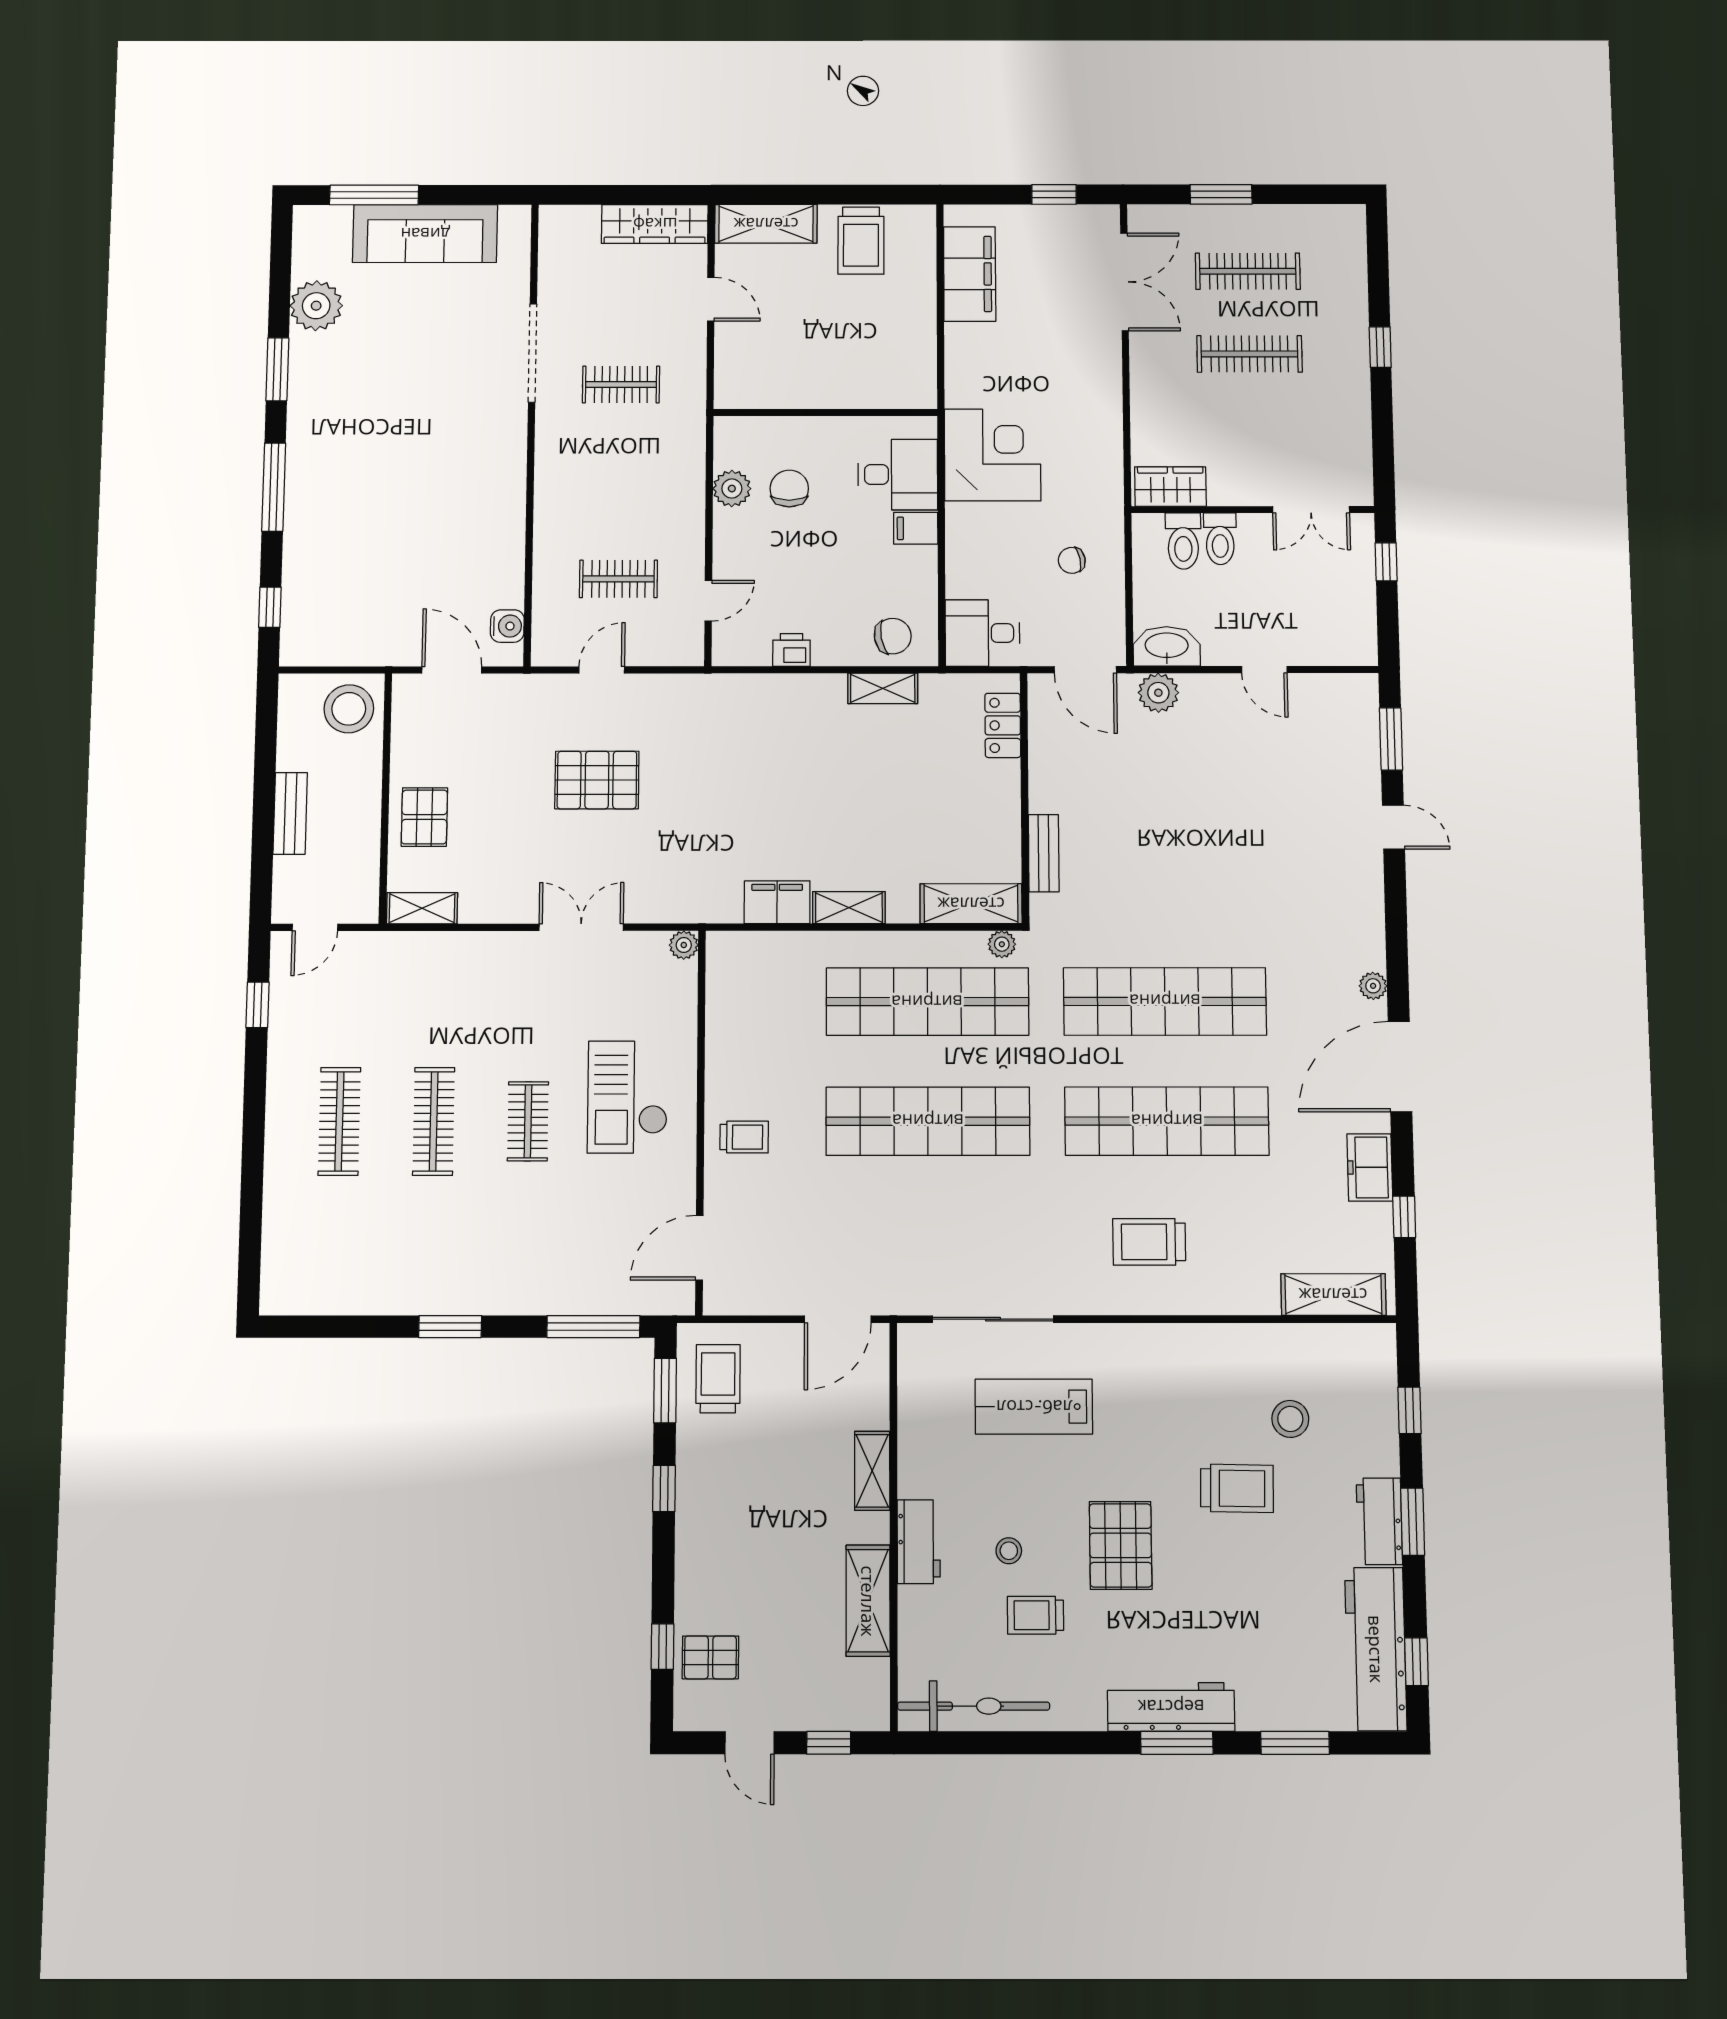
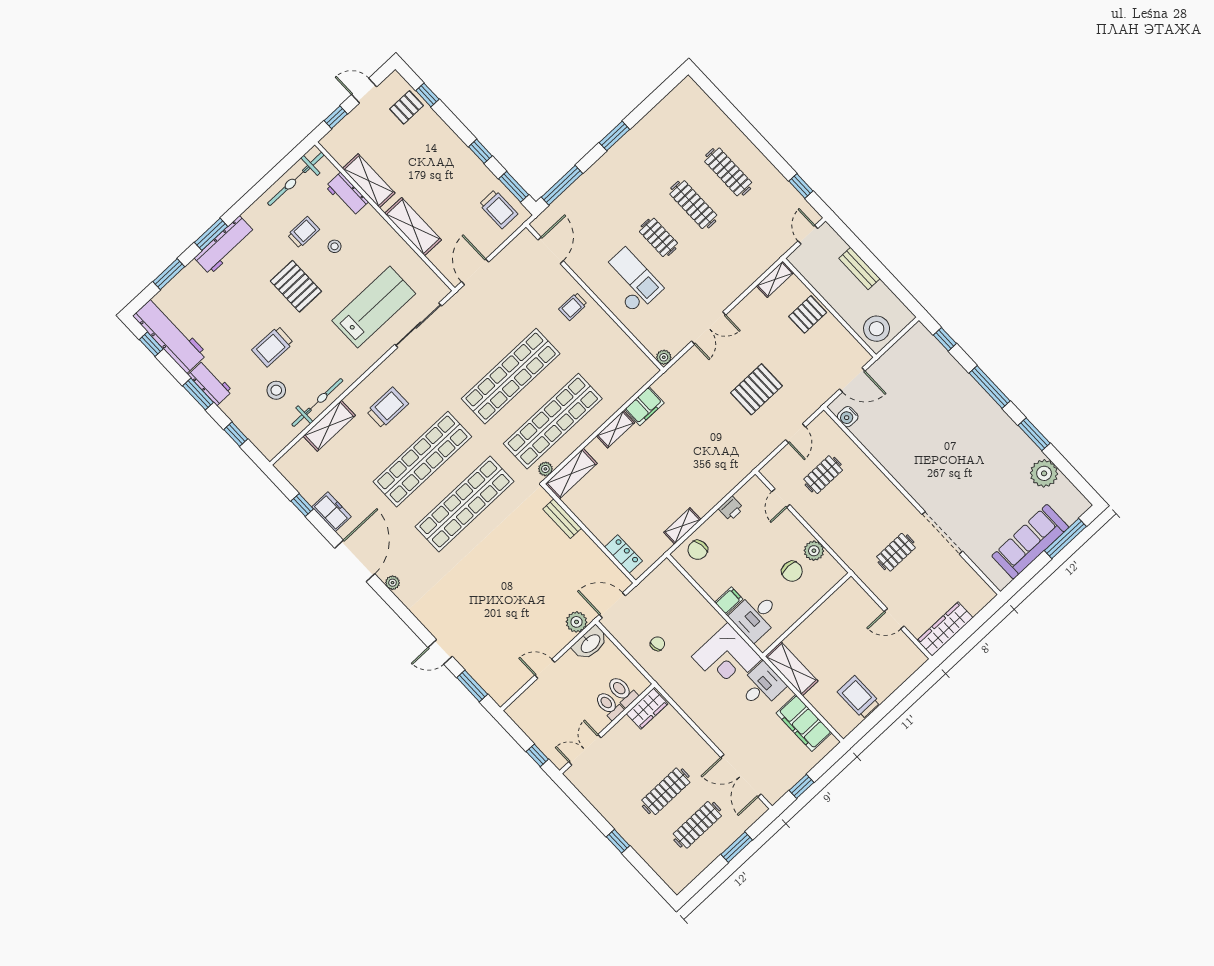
shelving: (766, 224) -> (792, 669), moved, turned 90
desk: (982, 633) -> (762, 686), moved
pallet: (424, 817) -> (808, 314), turned 90
shelving: (1333, 1295) -> (329, 426), moved
bicycle: (1246, 1345) -> (317, 402), added
lab bench: (1034, 1407) -> (374, 307), width x1.36, depth x1.39
shelving: (872, 1471) -> (413, 227), width x1.50, depth x1.33
workbench: (919, 1542) -> (347, 194), moved

